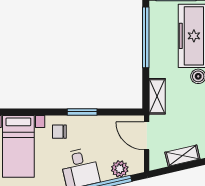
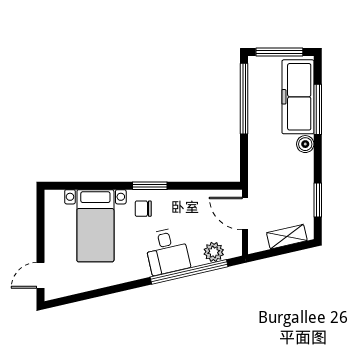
shelving: (157, 96) -> (257, 167), removed
window: (82, 112) -> (150, 186), moved

